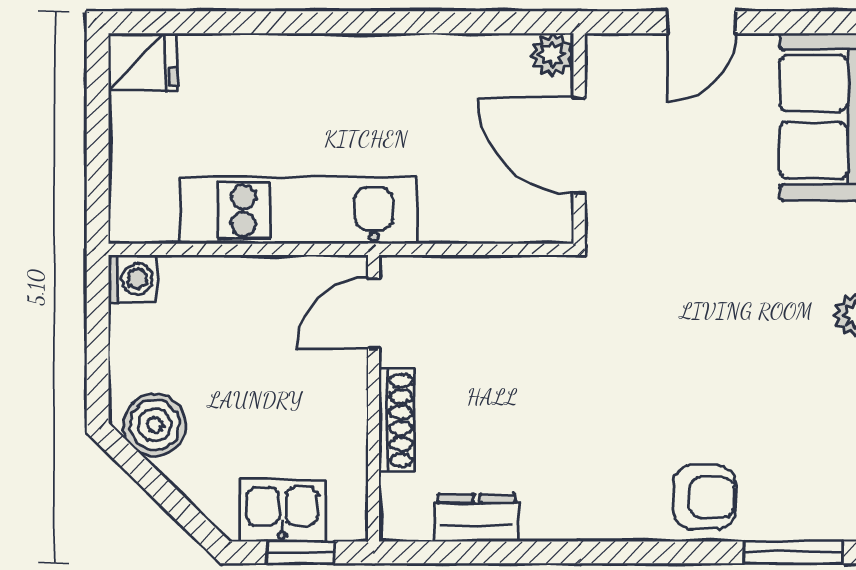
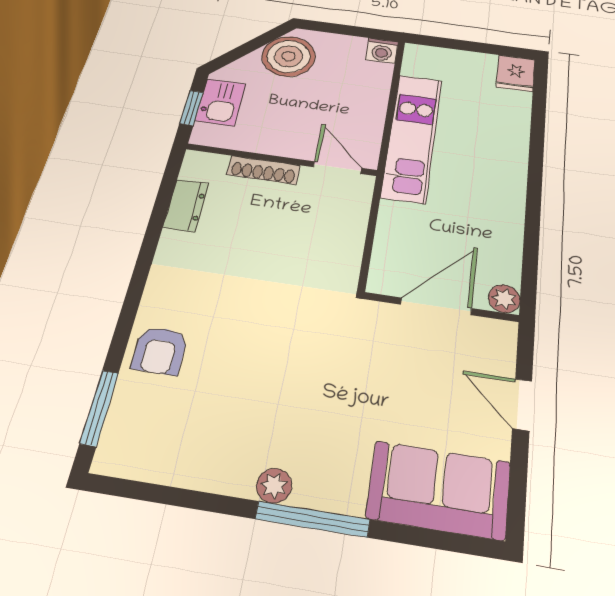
boiler: (155, 425) -> (289, 56), width x1.37, depth x1.37

